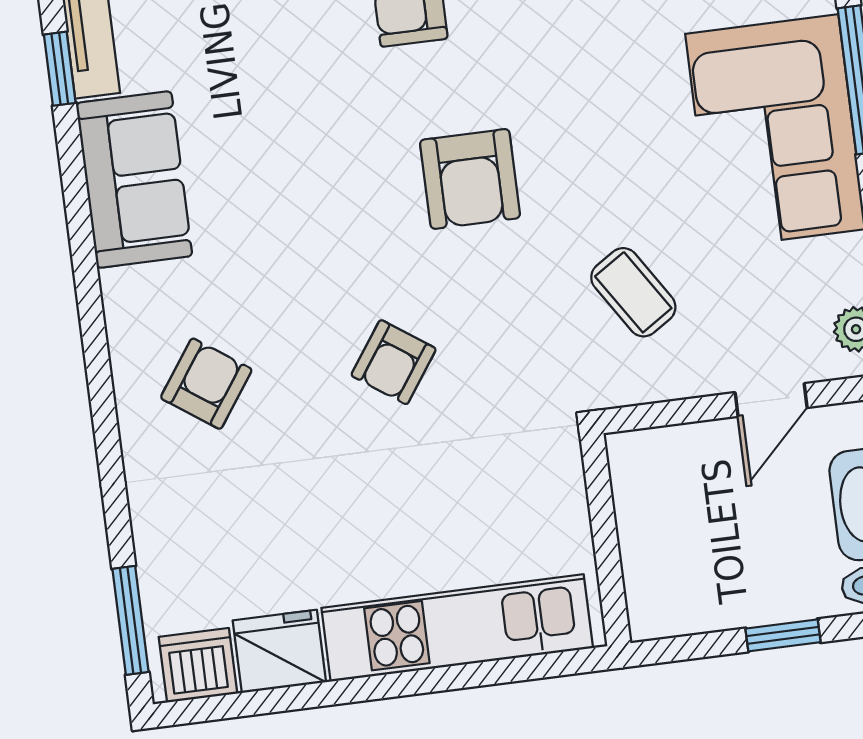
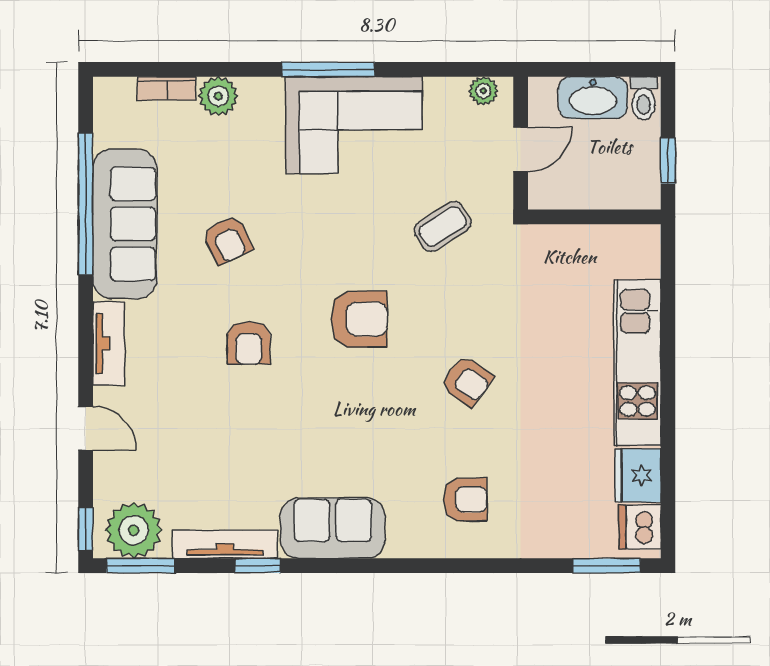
armchair: (206, 384) -> (465, 500), turned 145
door: (771, 400) -> (521, 149), hinge flipped
wall: (605, 540) -> (594, 217), moved

